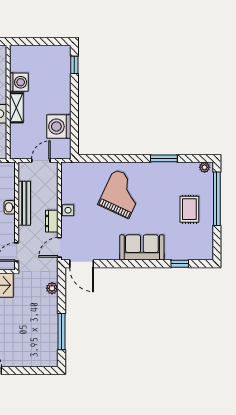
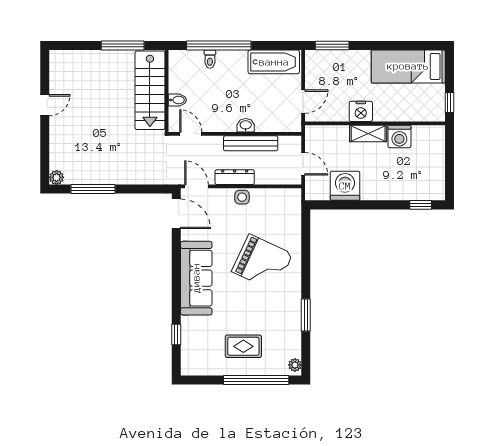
dresser: (52, 221) -> (235, 177), width x1.44
sofa: (142, 247) -> (196, 278), width x1.36
door: (82, 264) -> (176, 214), swing flipped
plant: (52, 288) -> (57, 177), moved

